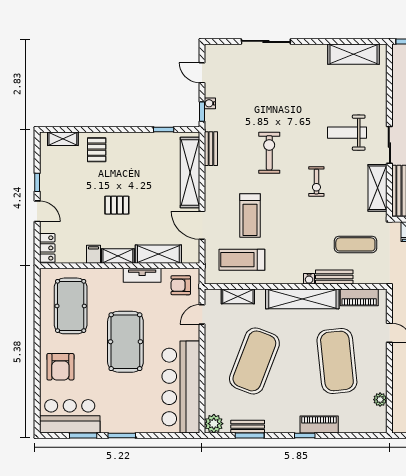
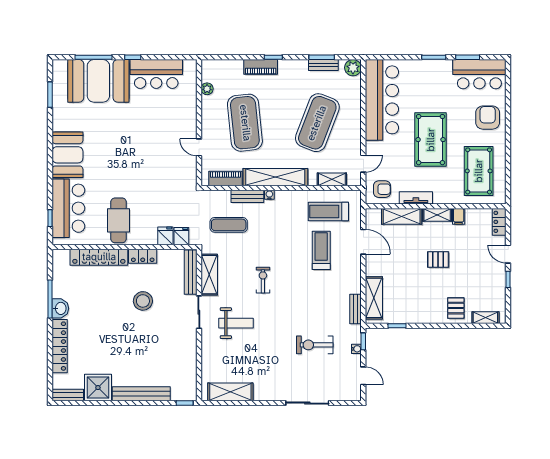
exercise bike: (269, 153) -> (315, 345), moved, turned 90
shelving: (190, 173) -> (374, 298), width x0.68
treadmill: (242, 260) -> (328, 212), turned 180

